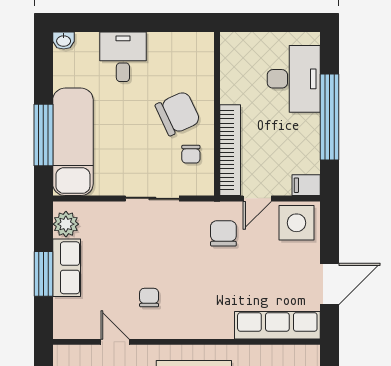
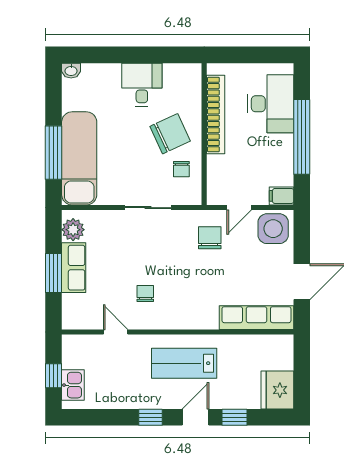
desk: (123, 57) -> (142, 85), moved
bookcase: (230, 150) -> (216, 115), moved

